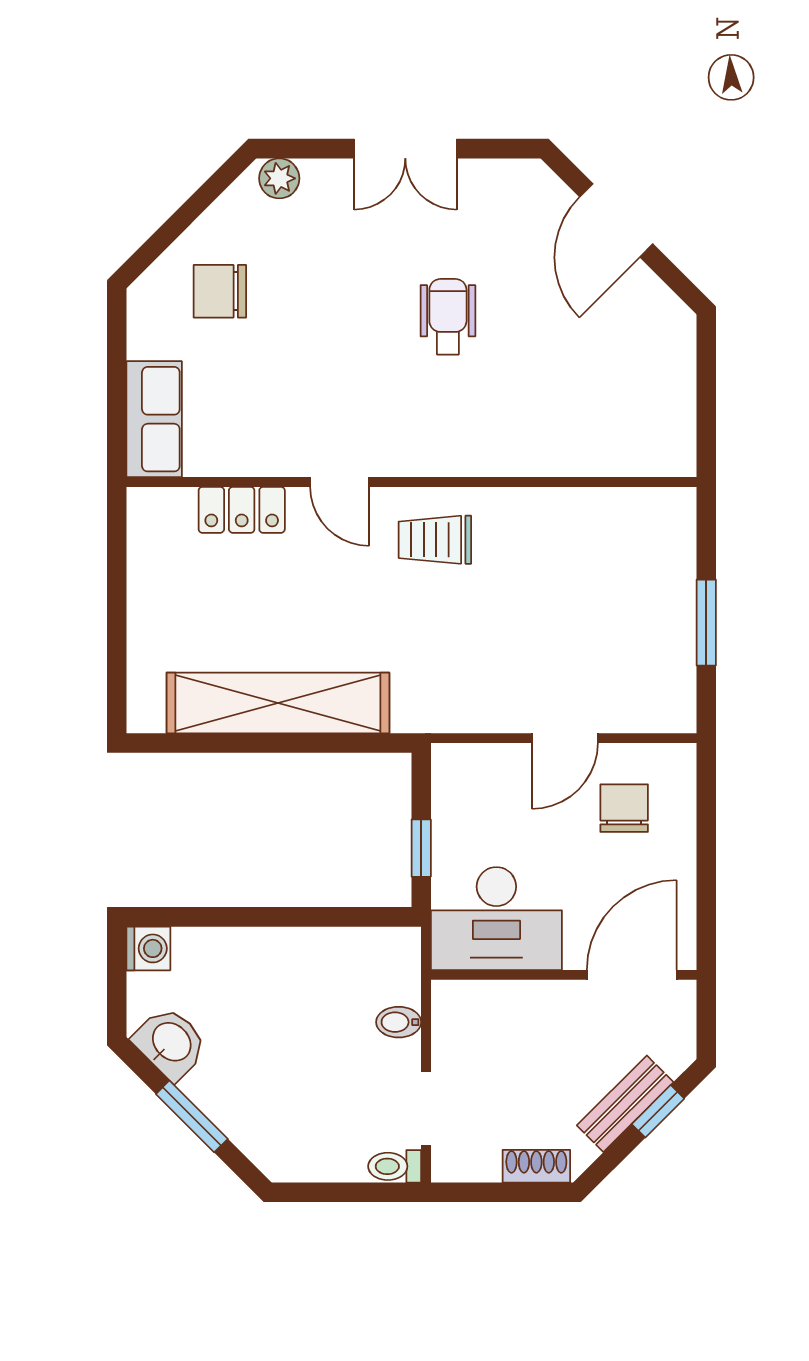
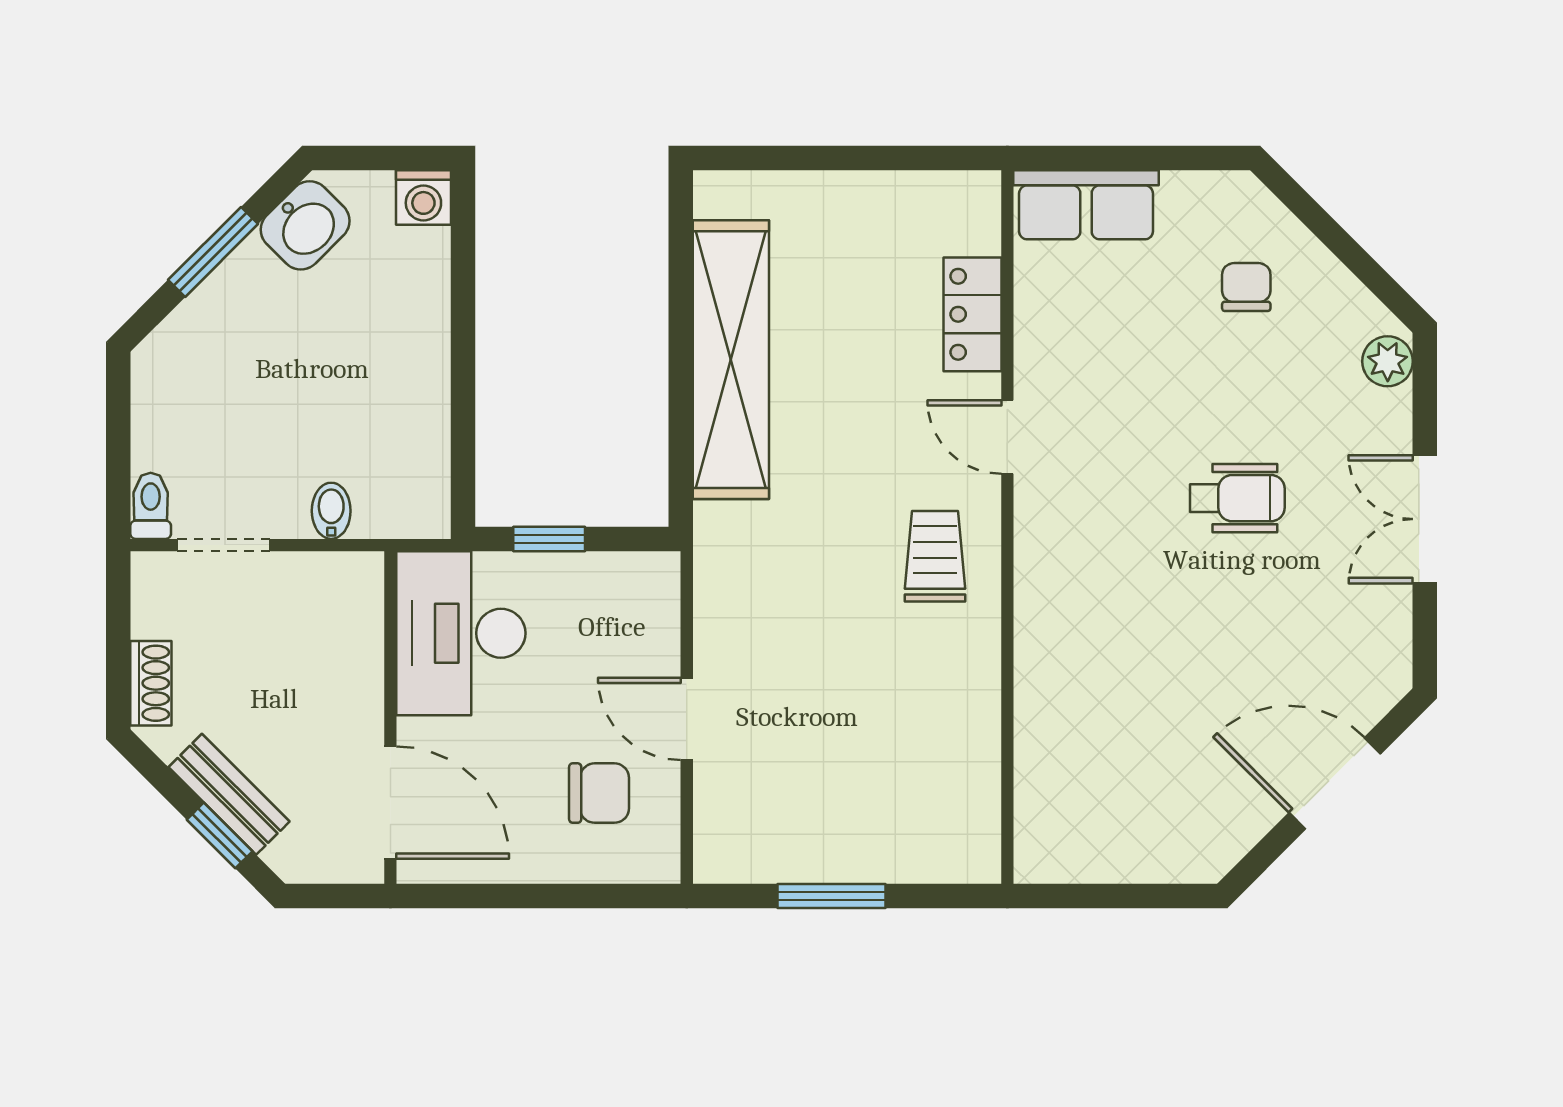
chair: (220, 291) -> (1246, 287), width x0.73, depth x0.73
wheelchair: (448, 317) -> (1237, 498), moved
door: (340, 482) -> (1007, 437), hinge flipped

